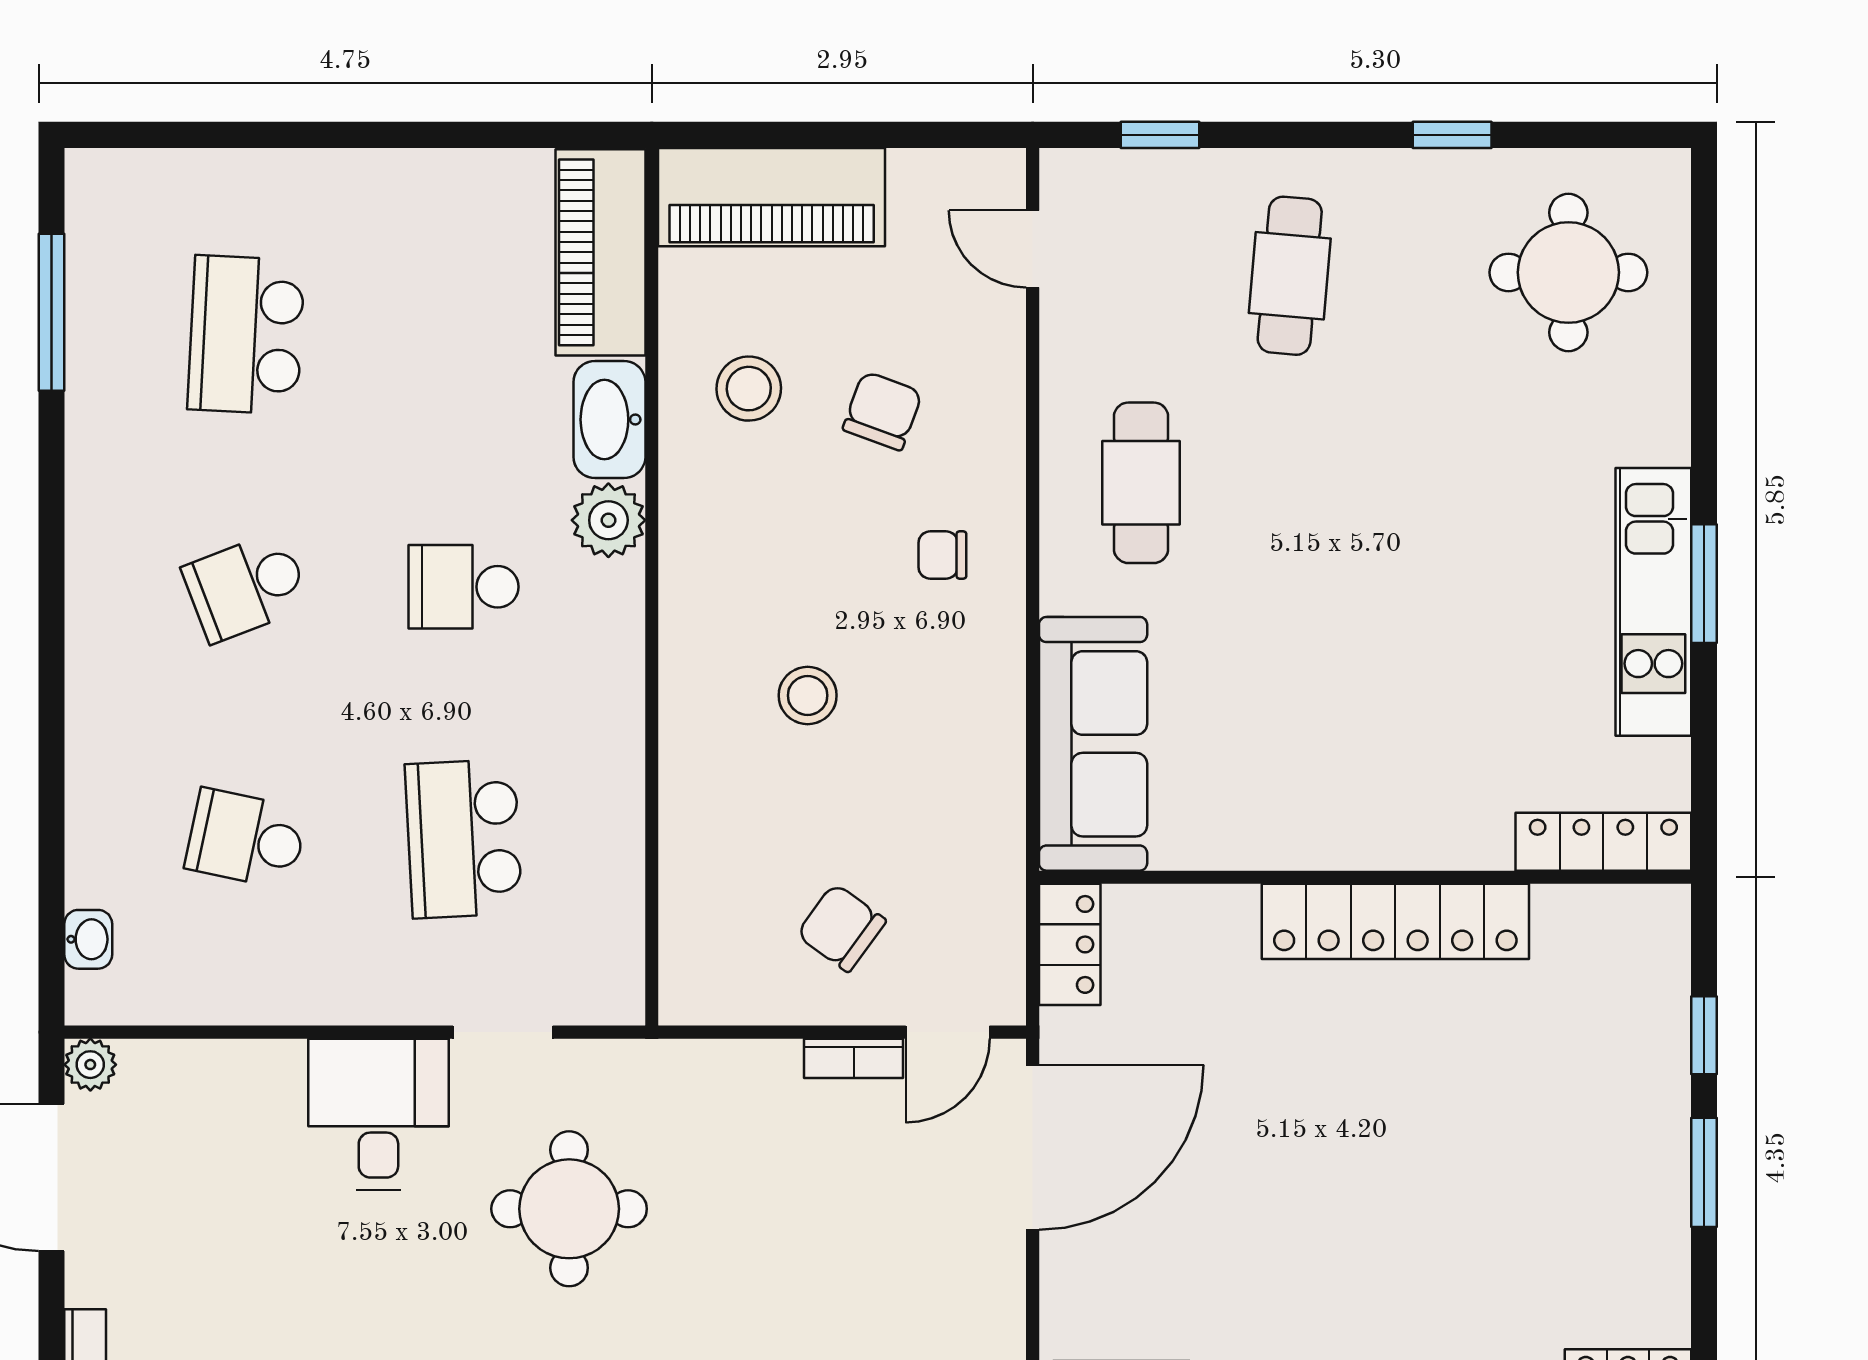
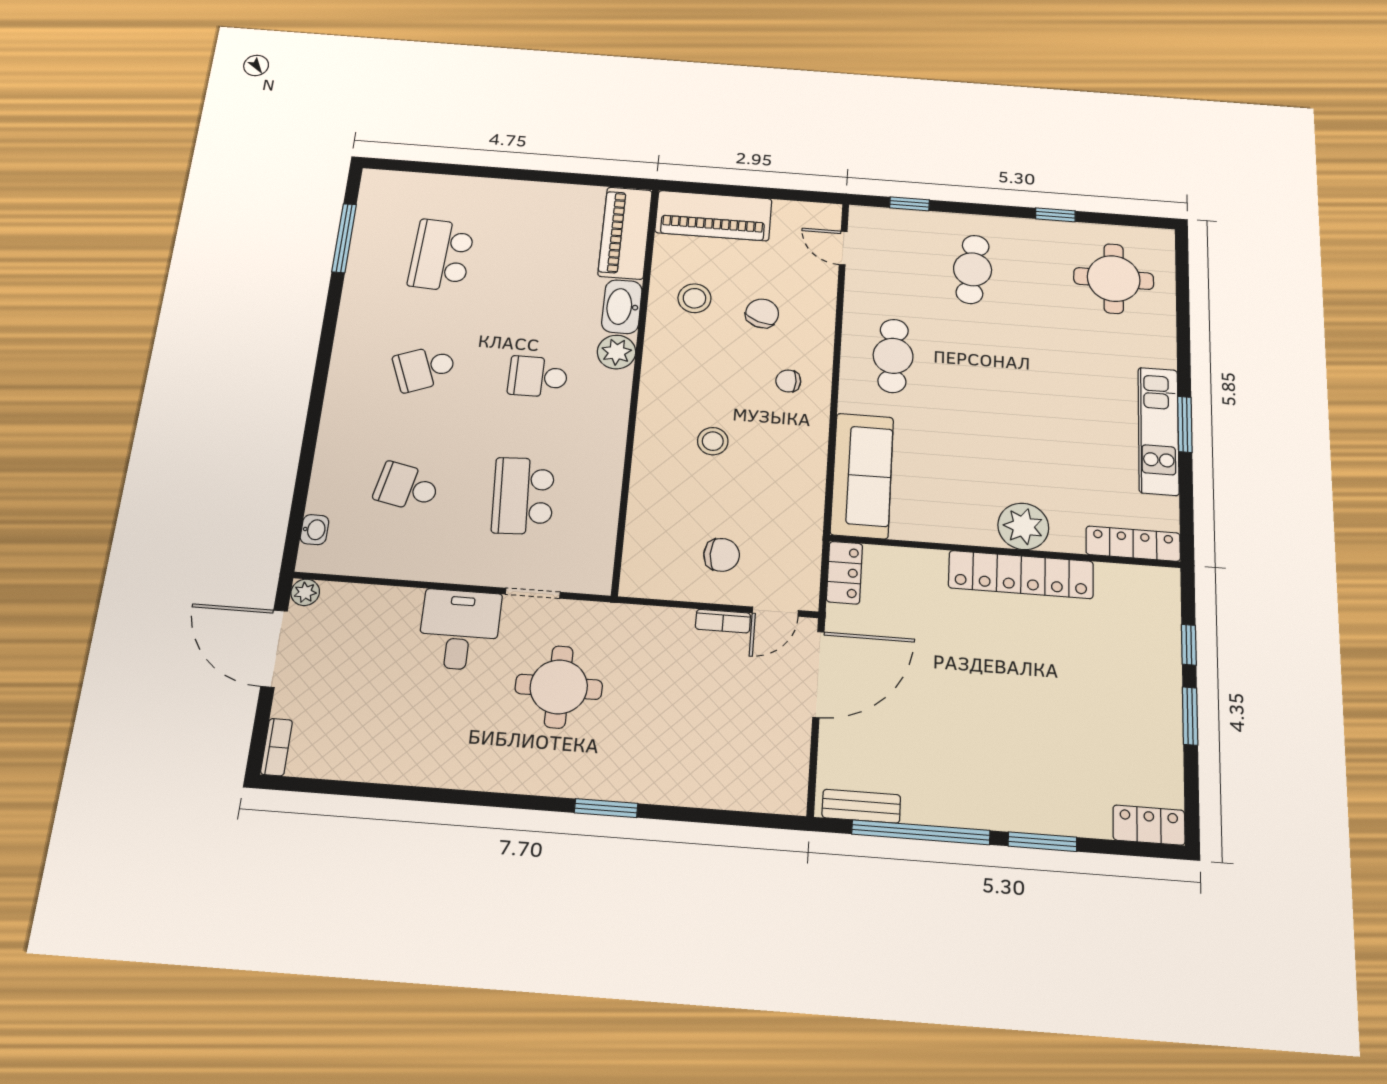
plant: (1398, 823) -> (1023, 526), added
chair: (841, 928) -> (722, 555), turned 144

